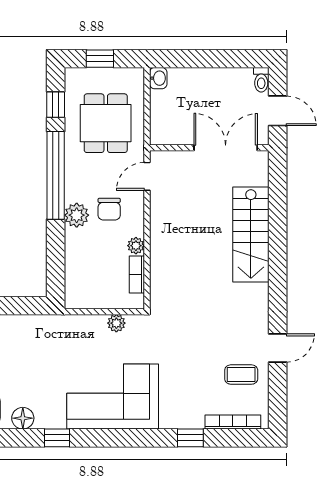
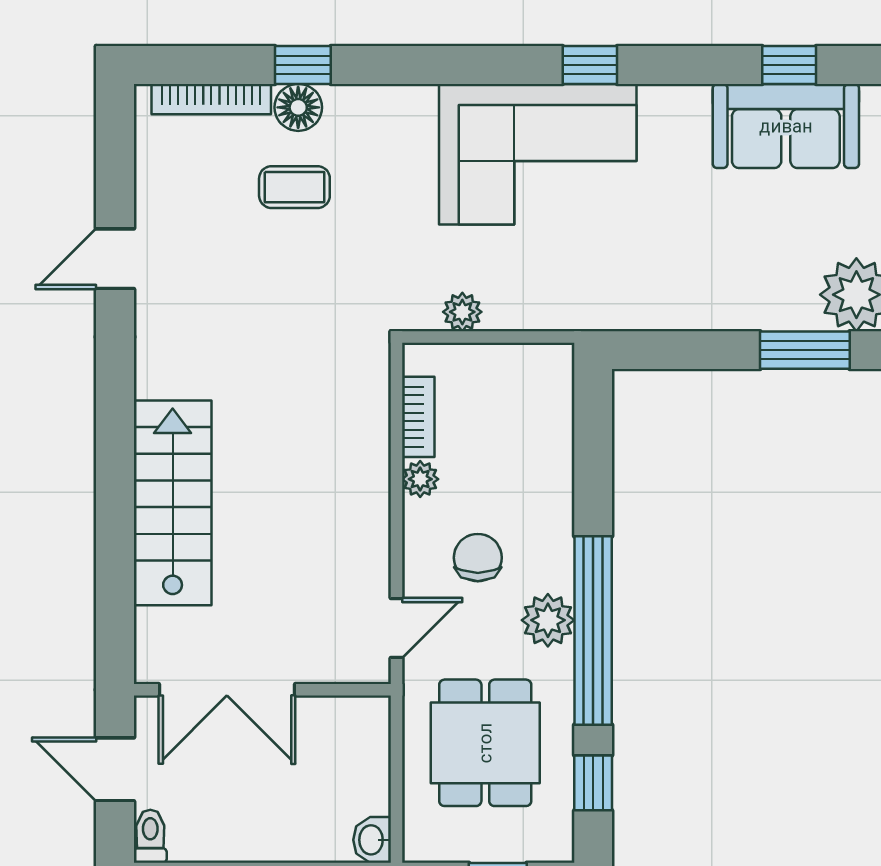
plant: (77, 215) -> (548, 620), moved
coffee table: (241, 375) -> (294, 187), moved
corner sofa: (113, 396) -> (538, 154), moved
floor lamp: (23, 418) -> (298, 107), moved

